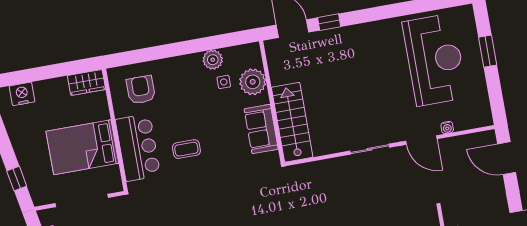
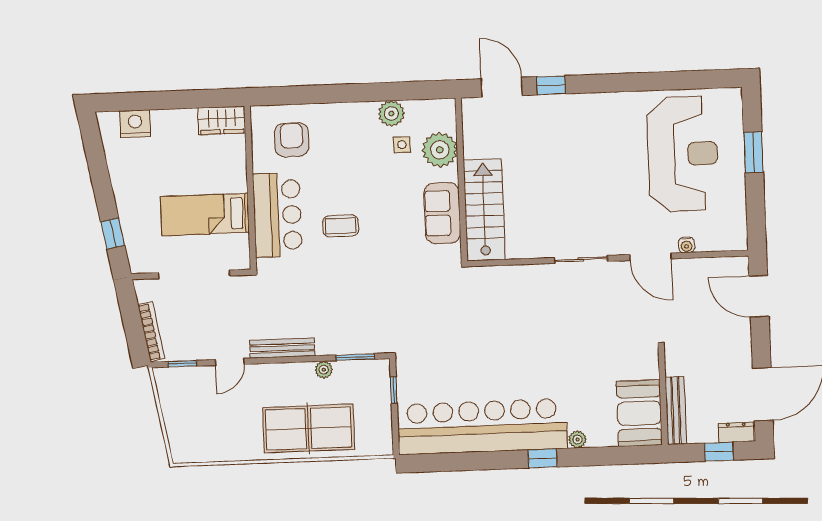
bed: (82, 147) -> (205, 214), width x0.67

